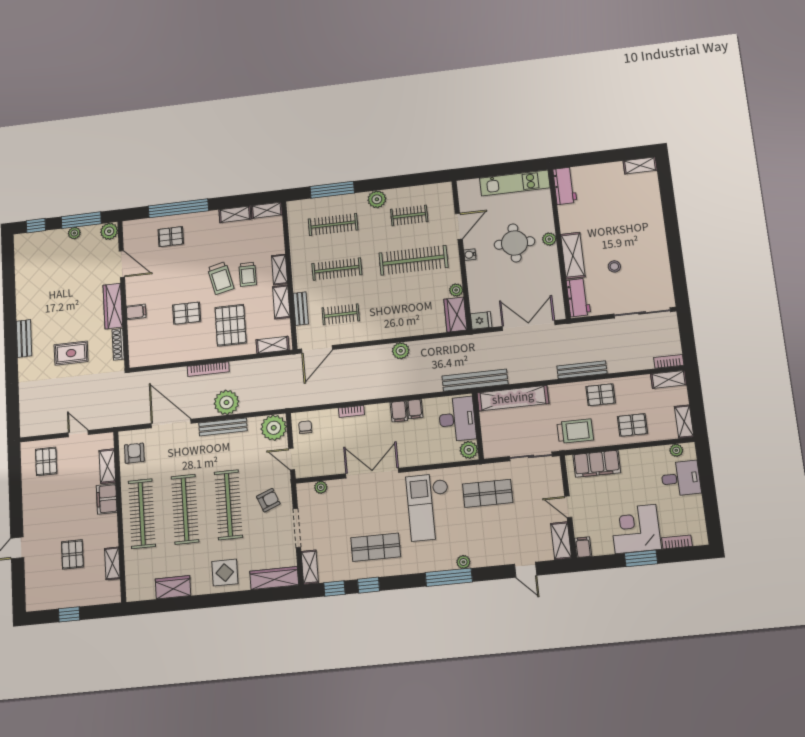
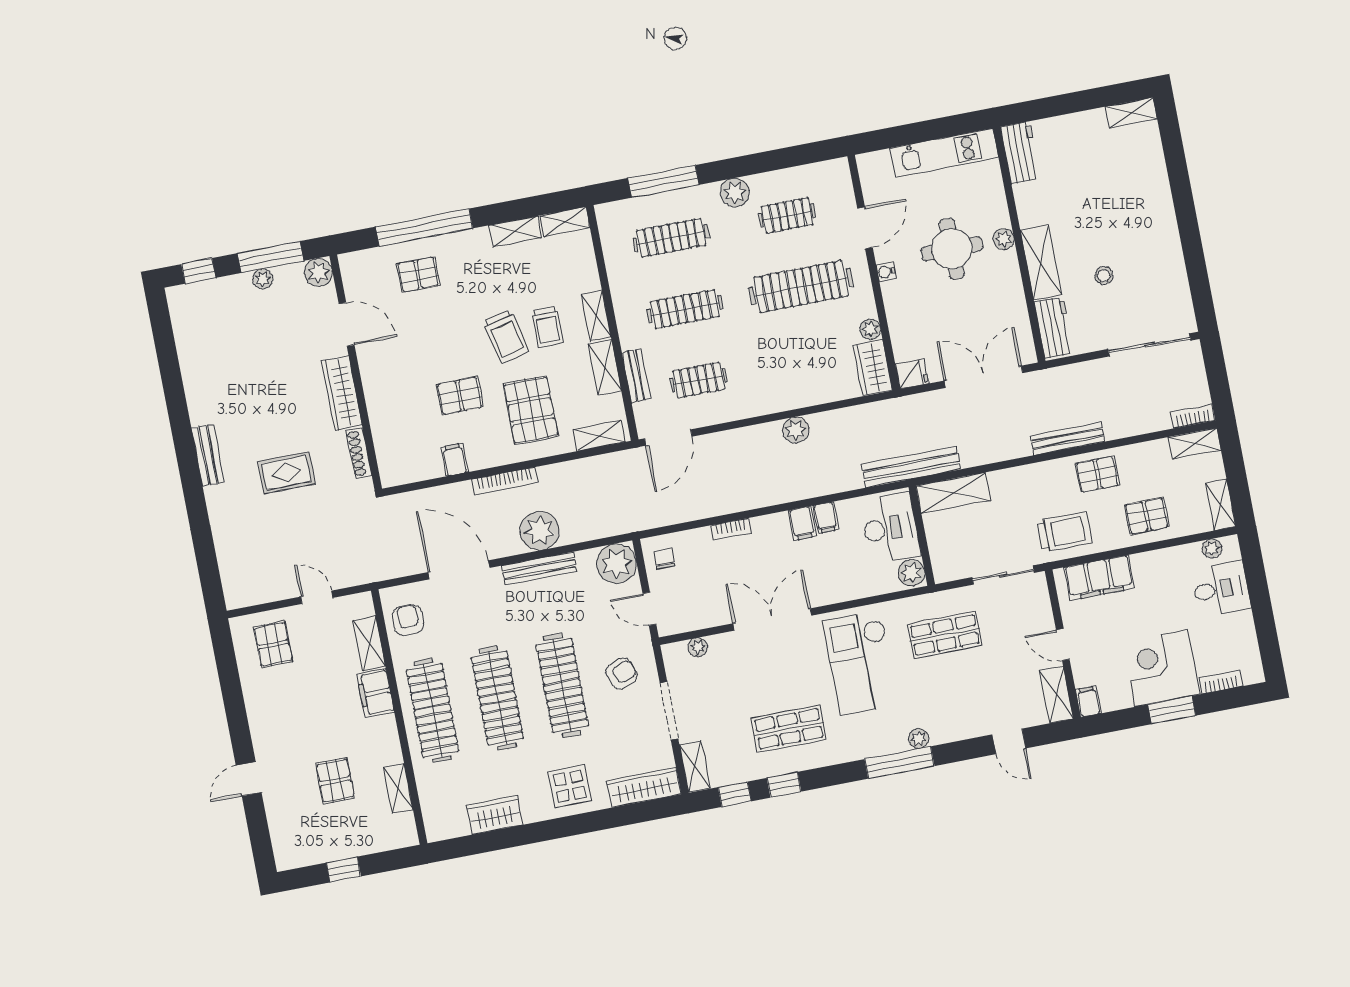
filing cabinet: (136, 312) -> (455, 460), moved, turned -90
shelving: (513, 398) -> (953, 493), width x0.68

